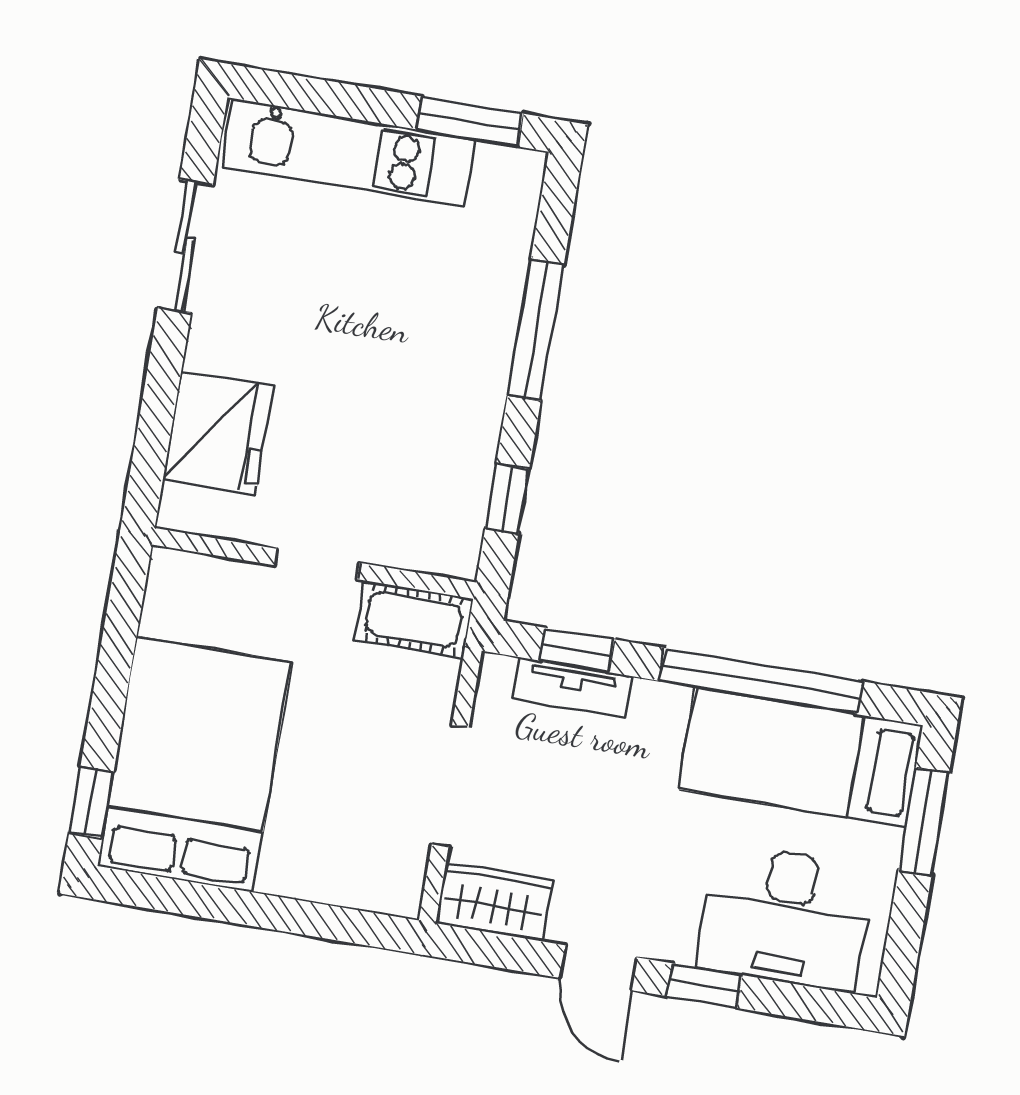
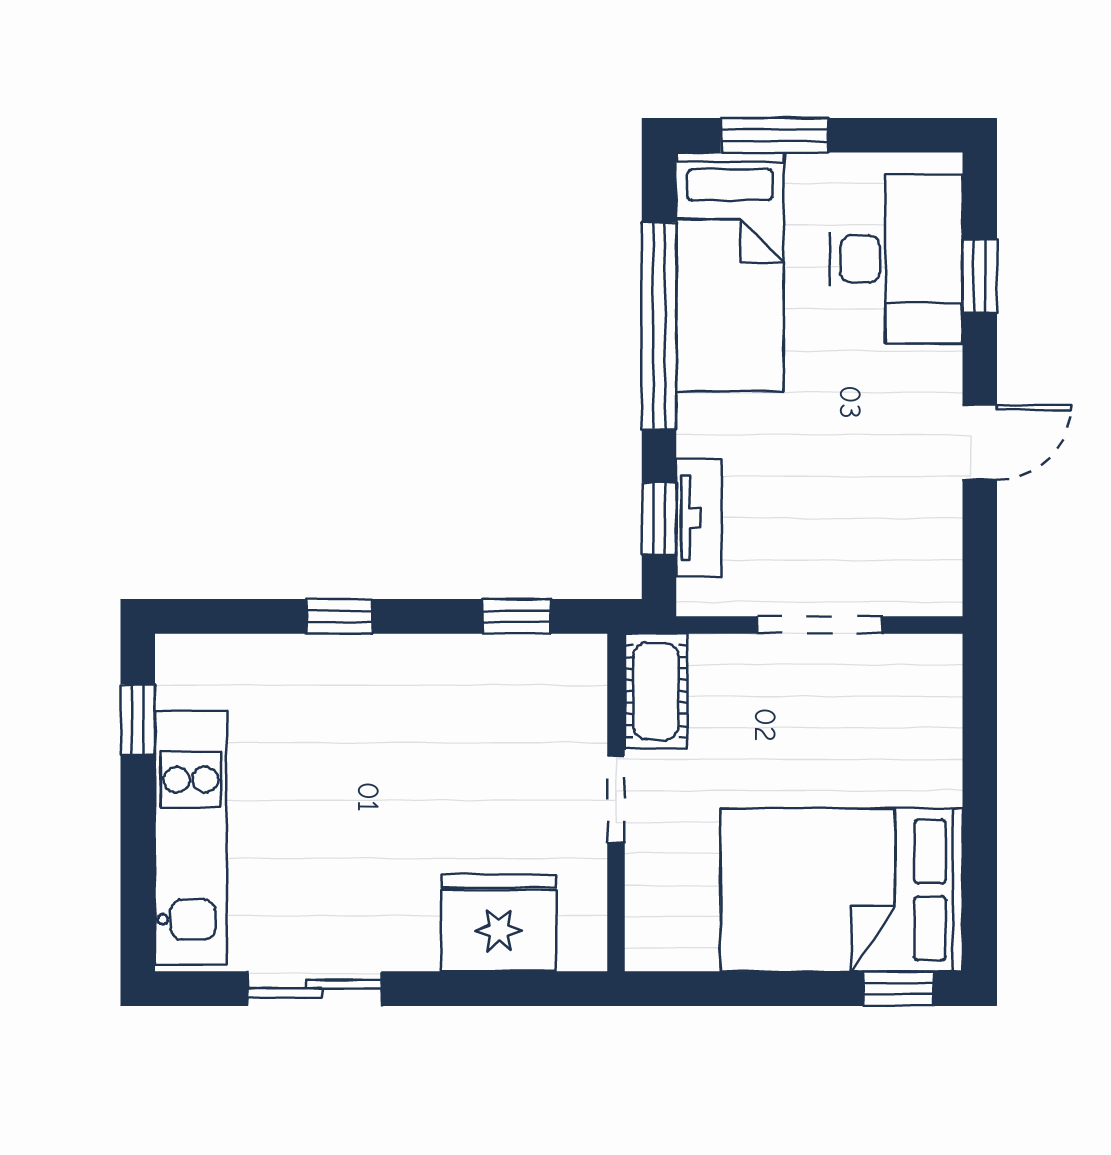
window: (470, 122) -> (138, 720), width x0.67
window: (536, 330) -> (339, 616), width x0.46
wardrobe: (494, 901) -> (930, 560), removed
window: (705, 986) -> (980, 276), moved

